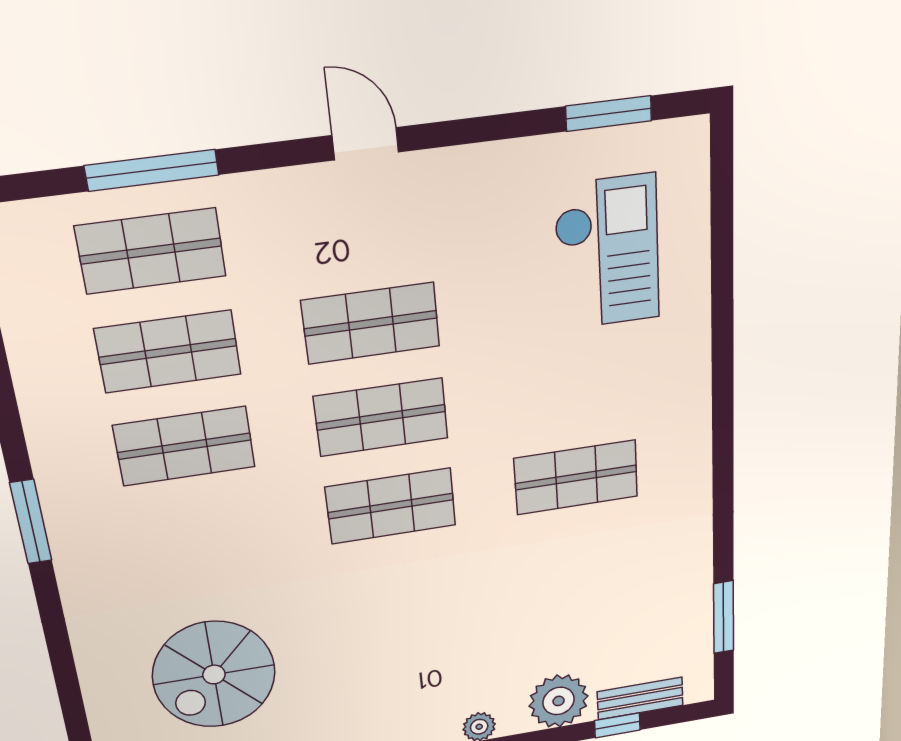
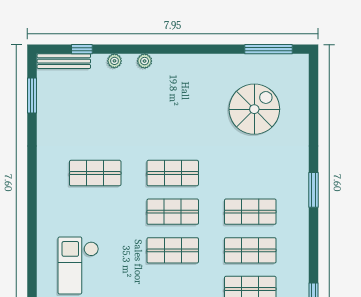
bench: (640, 698) -> (64, 61), width x1.36
plant: (559, 701) -> (114, 61), width x0.53, depth x0.53

